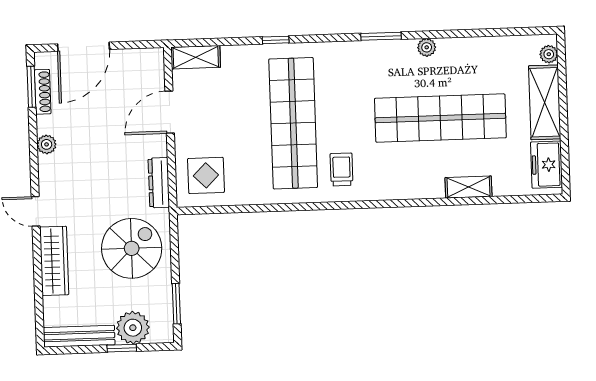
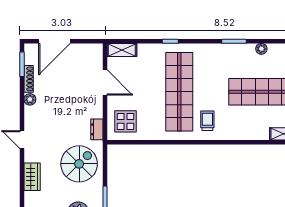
shoe rack: (43, 92) -> (29, 79), moved
door: (170, 112) -> (105, 82), swing flipped
dresser: (159, 183) -> (97, 129), width x0.70
wardrobe: (54, 261) -> (32, 177), width x0.67

